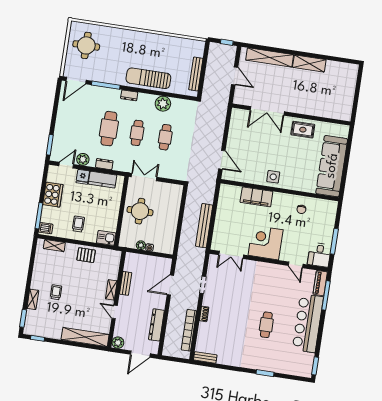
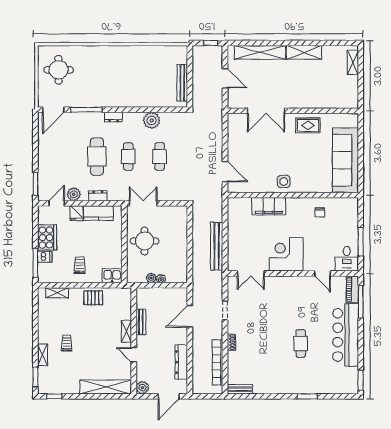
sun lounger: (148, 78) -> (132, 95), removed
shelving: (352, 79) -> (353, 62), added
dishwasher: (46, 228) -> (45, 257), moved

